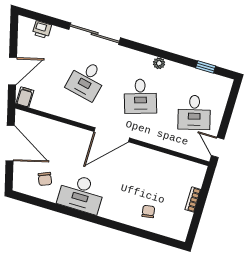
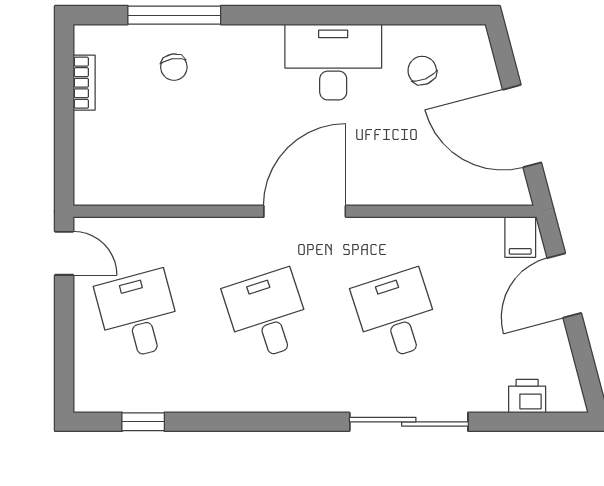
plant: (159, 63) -> (248, 399), removed
desk: (87, 80) -> (396, 315), turned -30
bookcase: (193, 200) -> (84, 83), moved
window: (142, 233) -> (174, 15), added

